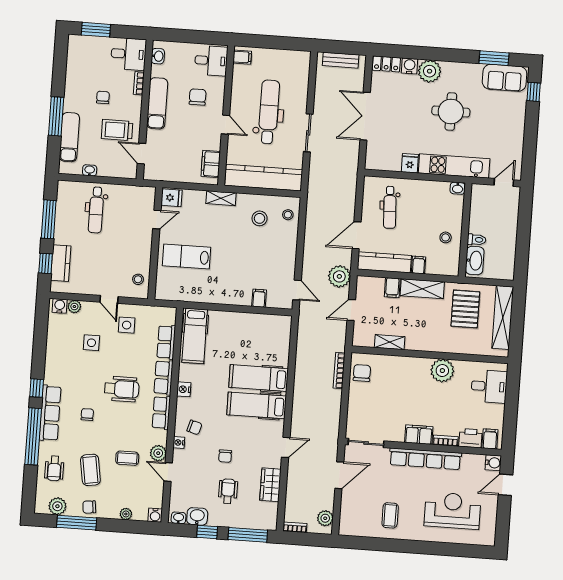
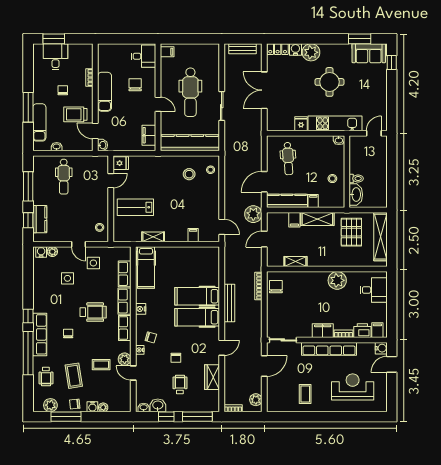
desk: (129, 54) -> (56, 57), moved, turned -90
washbasin: (158, 56) -> (103, 145), moved
dental chair: (269, 112) -> (190, 92), turned 180
shelving: (221, 198) -> (153, 237), moved
bench: (300, 390) -> (229, 303), added
water cooler: (155, 515) -> (92, 407), moved

